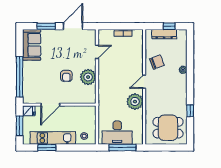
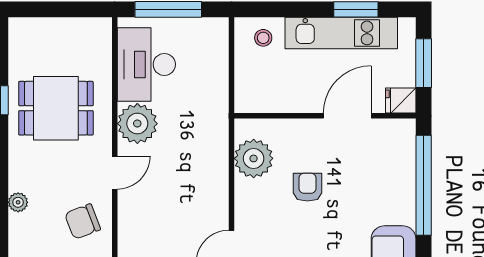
plant: (88, 77) -> (254, 158), moved
dining table: (168, 128) -> (56, 108), moved
desk: (117, 133) -> (146, 64), moved, turned -90

